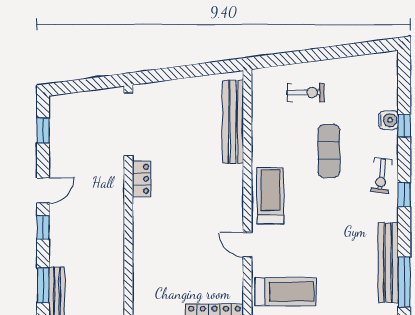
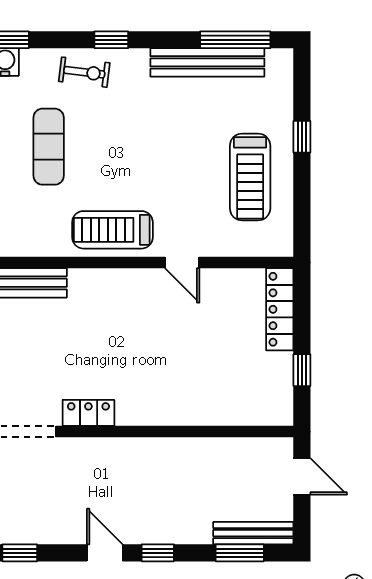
exercise mat: (329, 151) -> (49, 147), turned 90
door: (247, 245) -> (182, 262), hinge flipped
treadmill: (285, 292) -> (250, 177), moved, turned 180

